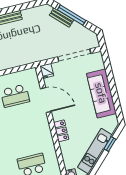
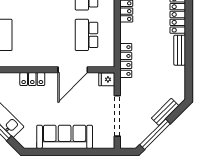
window: (72, 15) -> (155, 134), moved
locker: (28, 59) -> (126, 60), added

